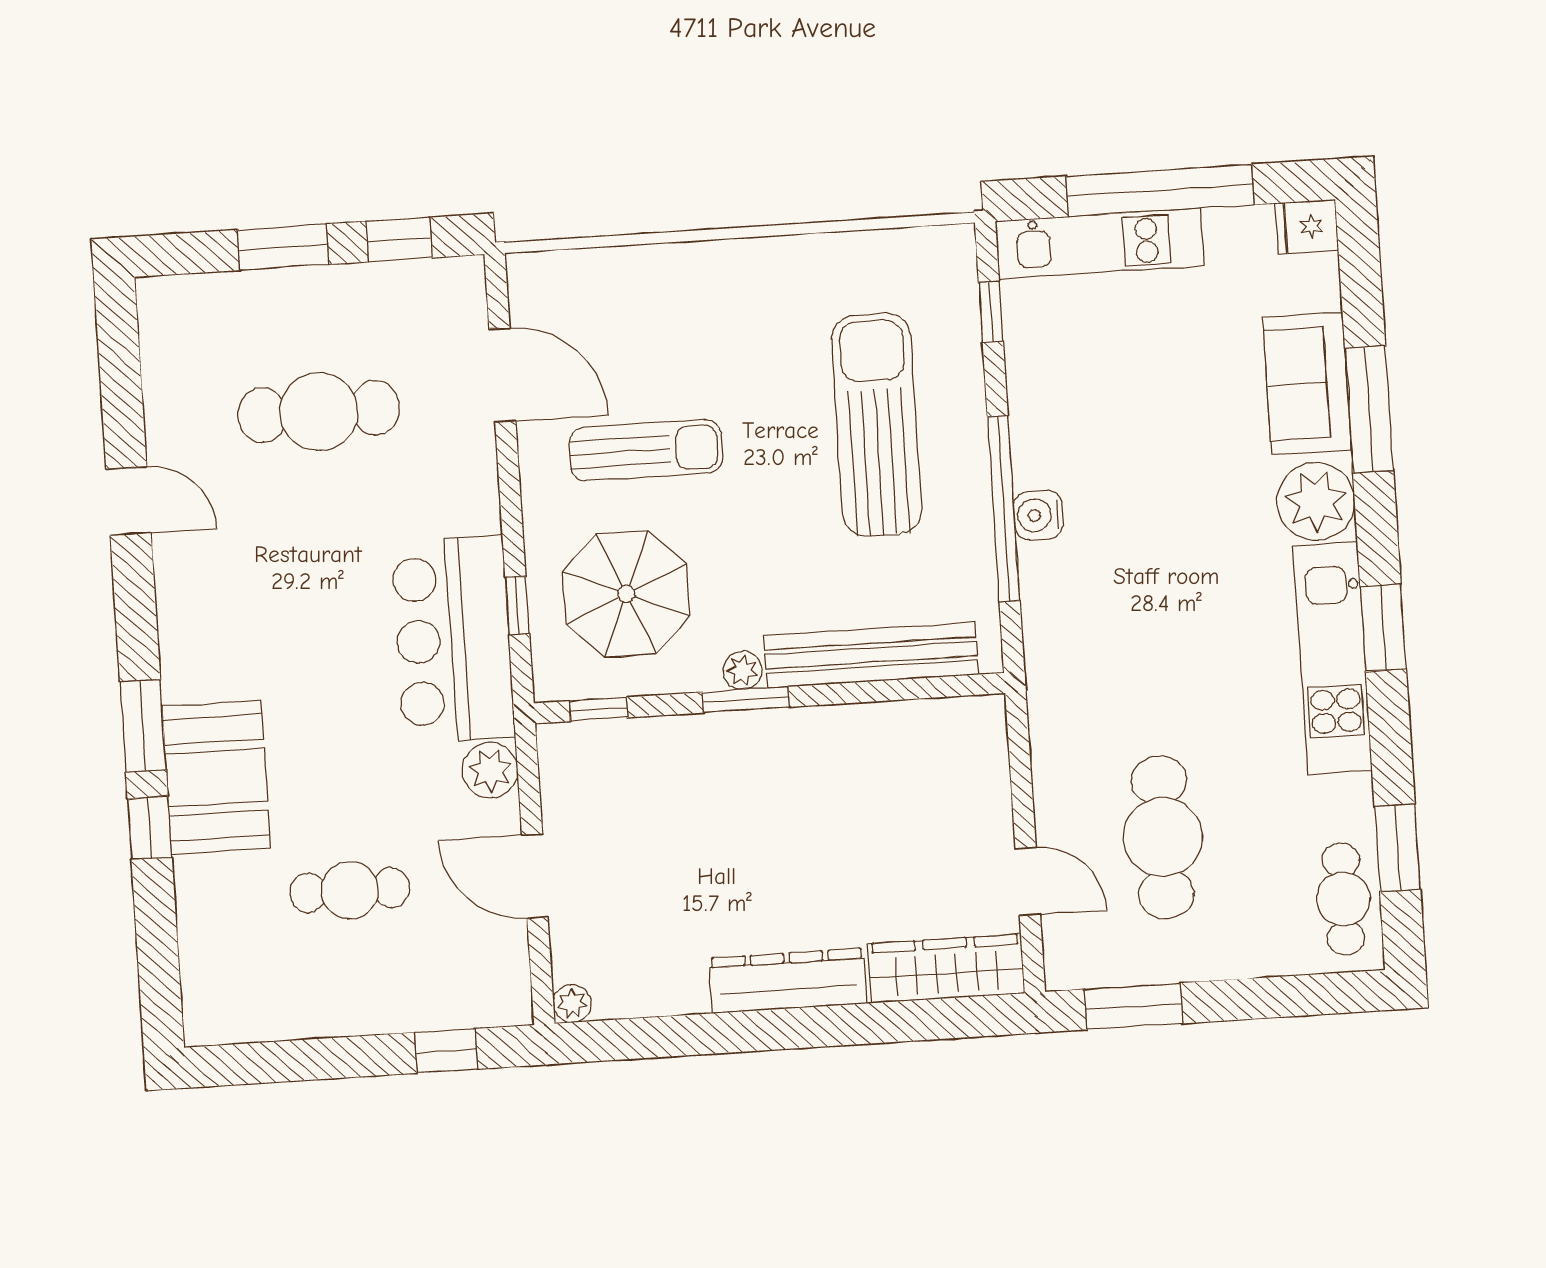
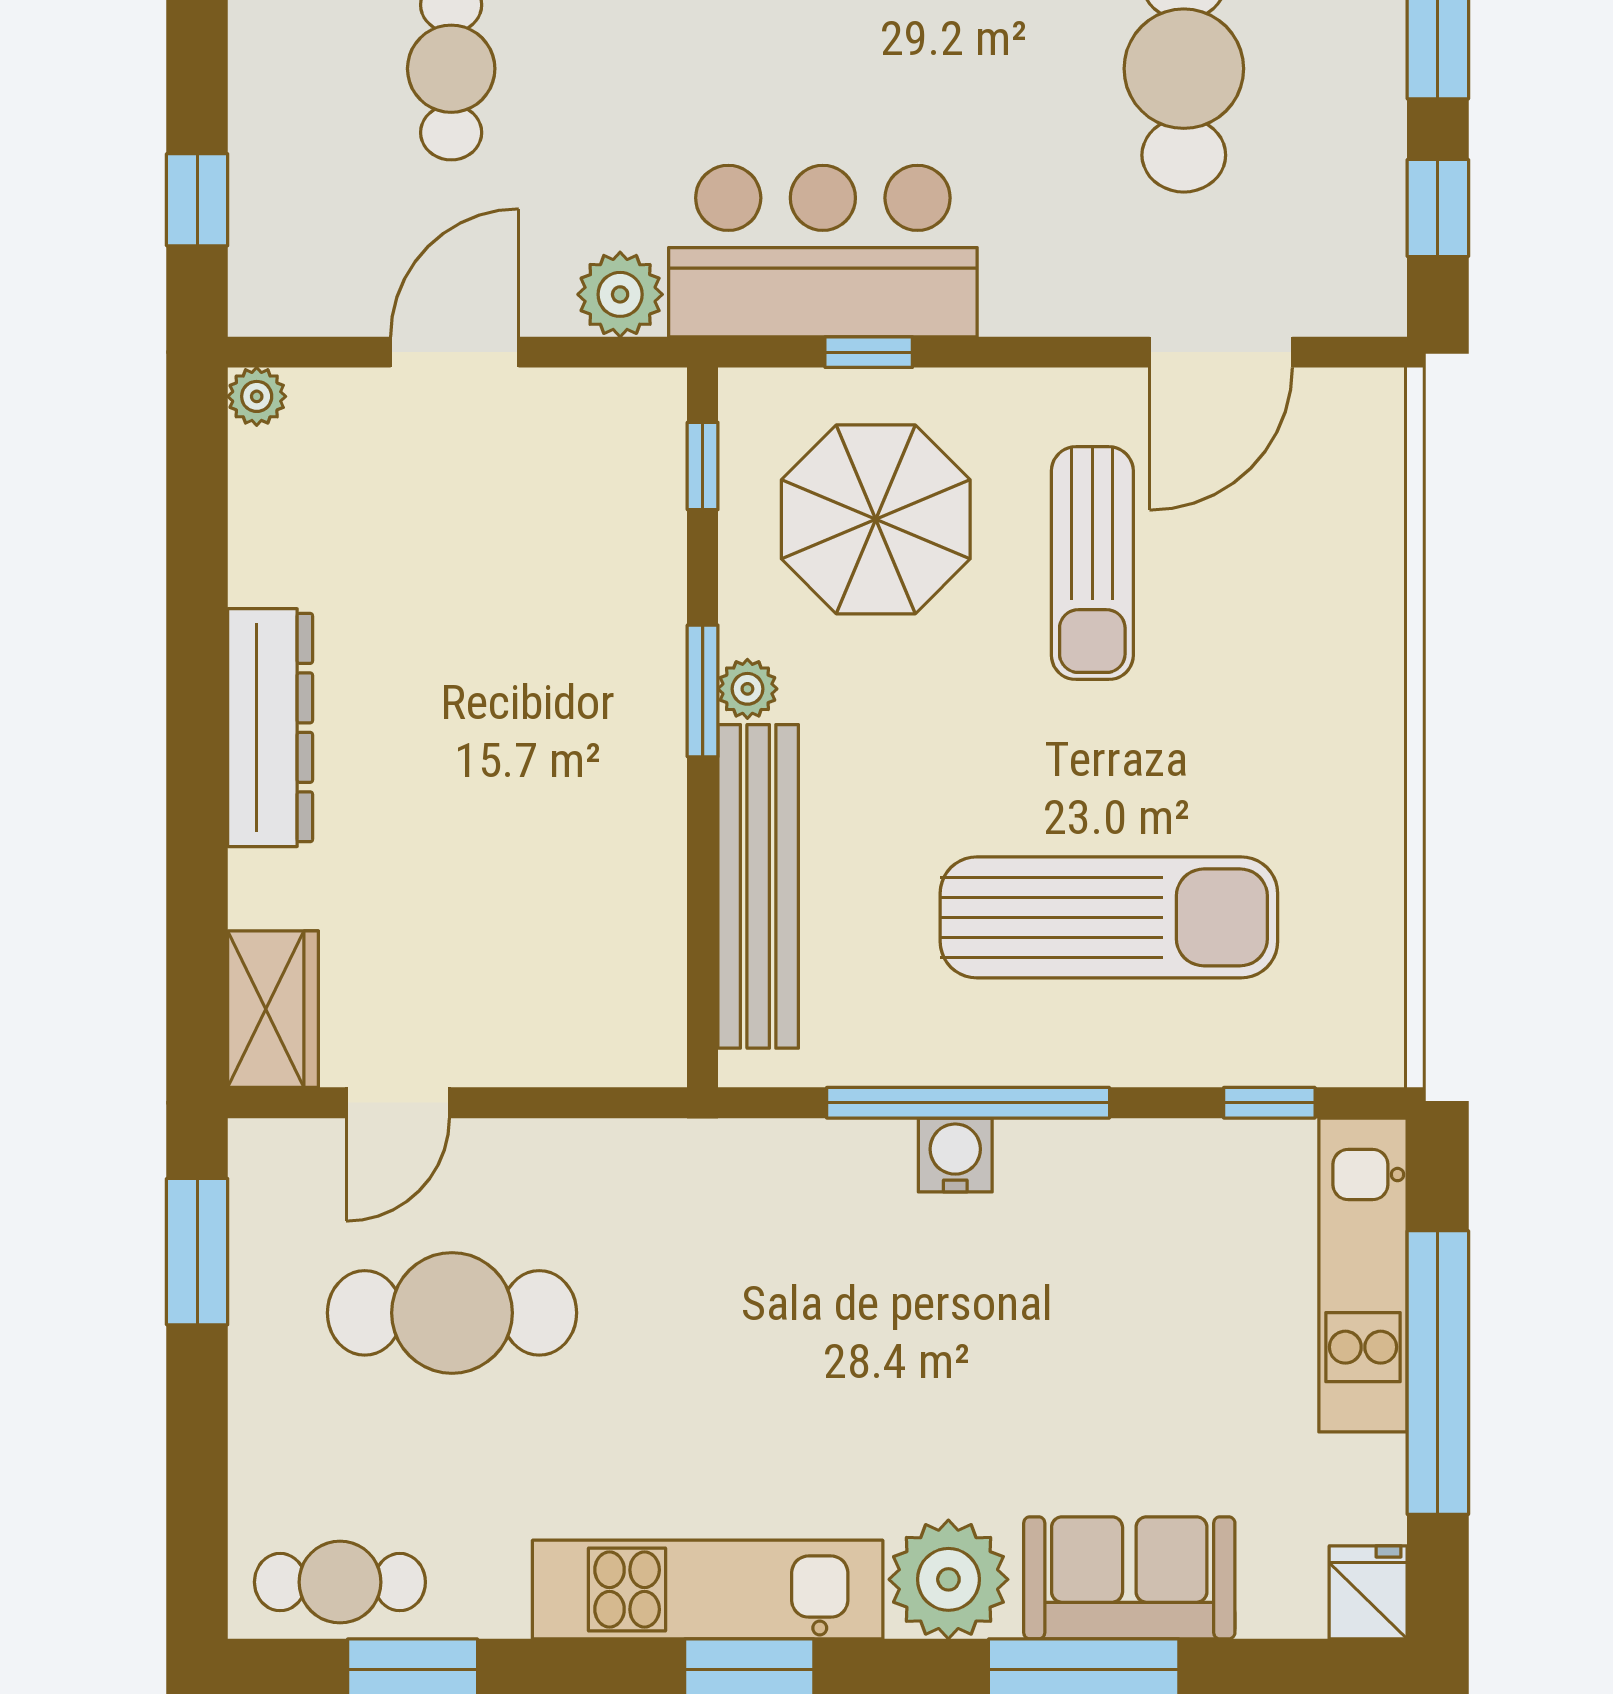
wardrobe: (946, 969) -> (273, 1009), width x0.67

